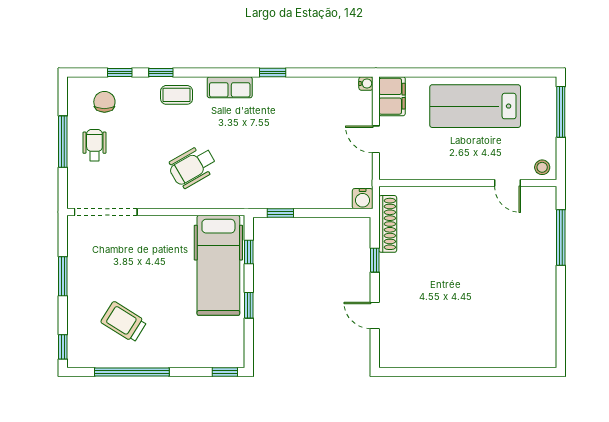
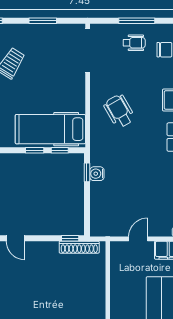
water cooler: (363, 199) -> (97, 174), moved
window: (375, 260) -> (70, 238), moved
window: (249, 305) -> (35, 150), moved
door: (375, 315) -> (15, 238), swing flipped

